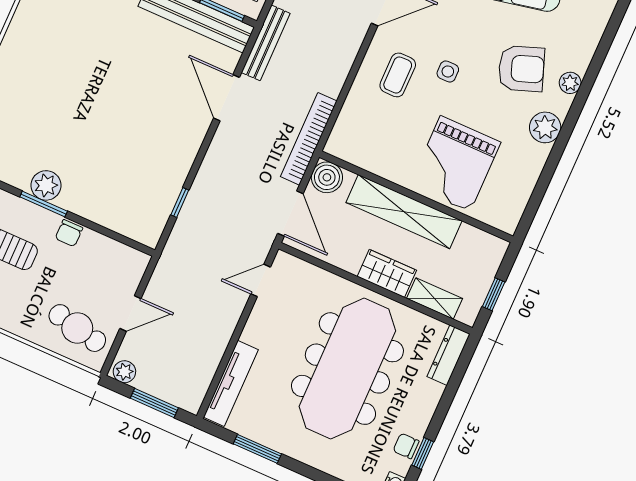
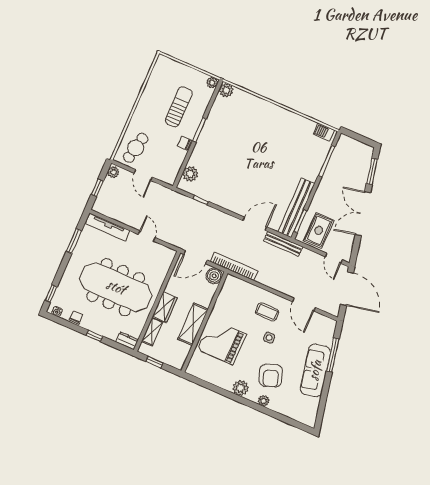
plant: (46, 185) -> (190, 174), moved
shelving: (404, 212) -> (193, 324), width x0.68
door: (261, 280) -> (147, 236), moved
dresser: (448, 355) -> (127, 341), width x0.70
window: (154, 403) -> (97, 188), width x0.67
window: (423, 453) -> (94, 336), moved

